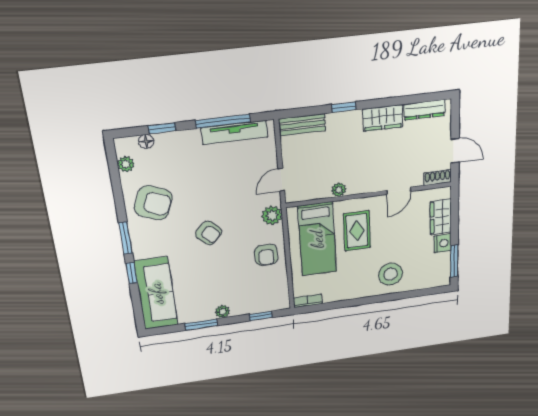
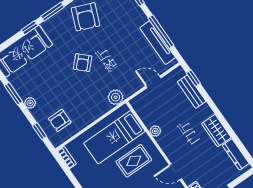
window: (344, 107) -> (193, 78), moved
bench: (302, 125) -> (192, 92), moved
door: (281, 180) -> (153, 82), moved
armchair: (266, 255) -> (60, 120), moved

